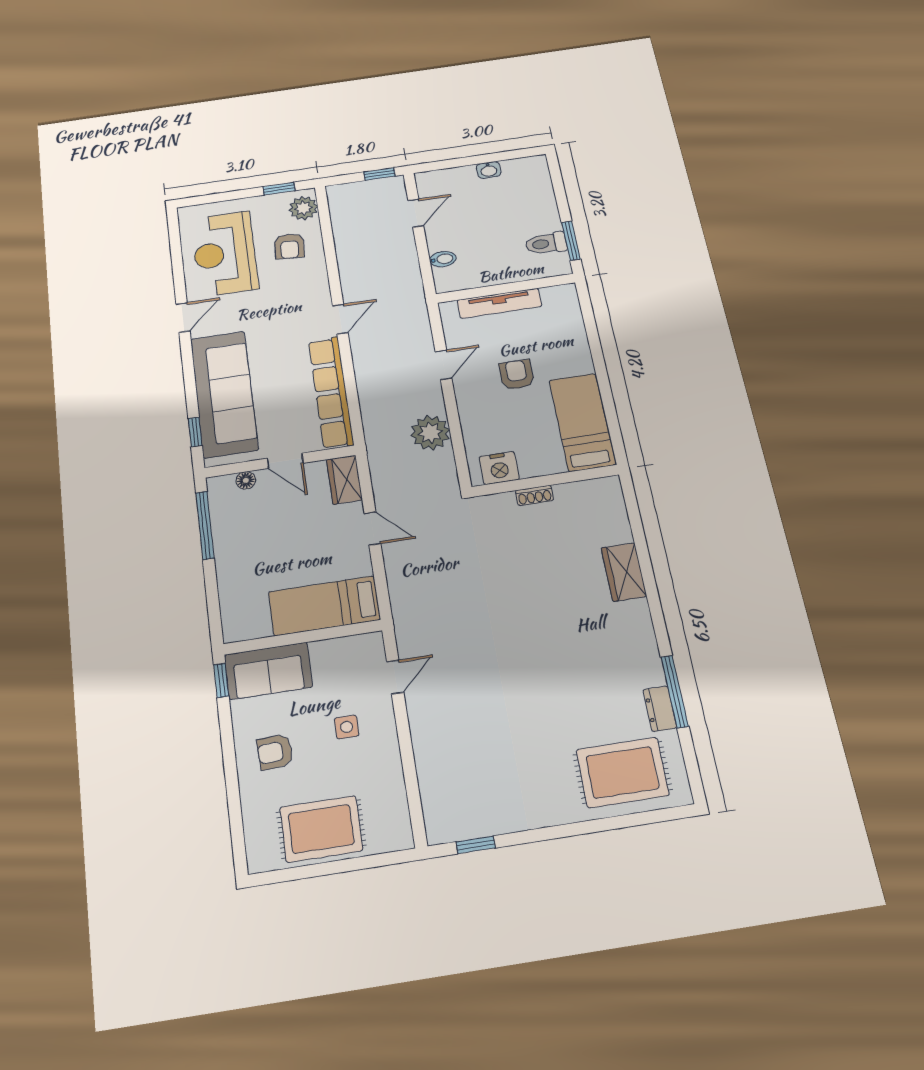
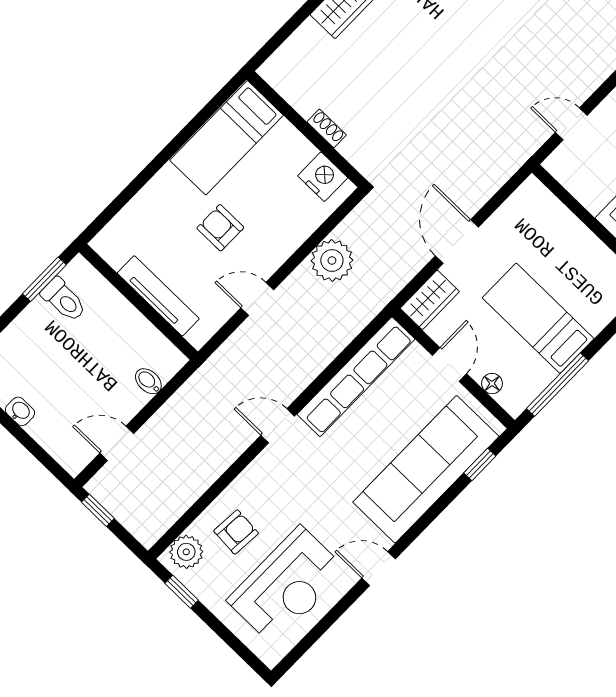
armchair: (517, 375) -> (220, 228), turned 90
door: (372, 528) -> (457, 242), width x1.38
bed: (324, 606) -> (538, 318), moved, turned 180

